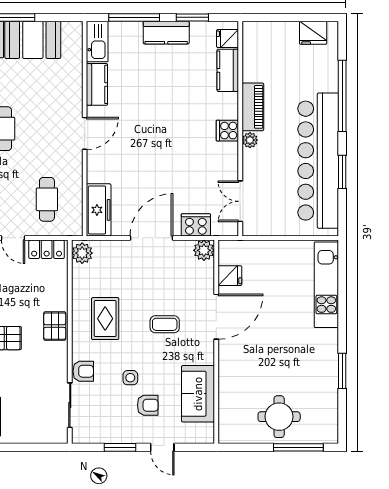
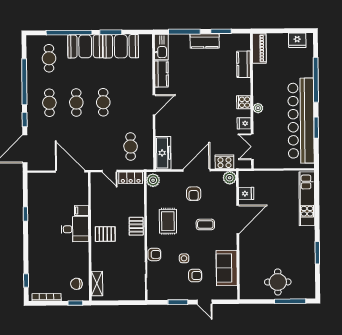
fridge: (228, 39) -> (244, 123), moved
piano: (253, 107) -> (259, 48), moved
armchair: (146, 275) -> (194, 194), added

